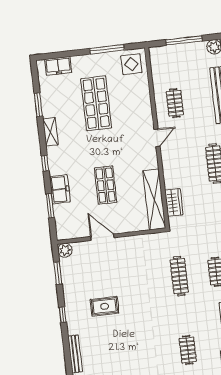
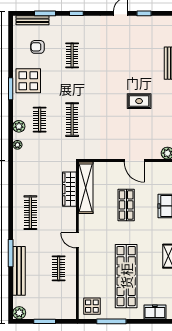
window: (184, 40) -> (45, 321), width x0.69
shop shelf: (96, 103) -> (126, 276), width x1.40
door: (157, 138) -> (77, 240), hinge flipped
wardrobe: (174, 202) -> (69, 189), width x1.50

